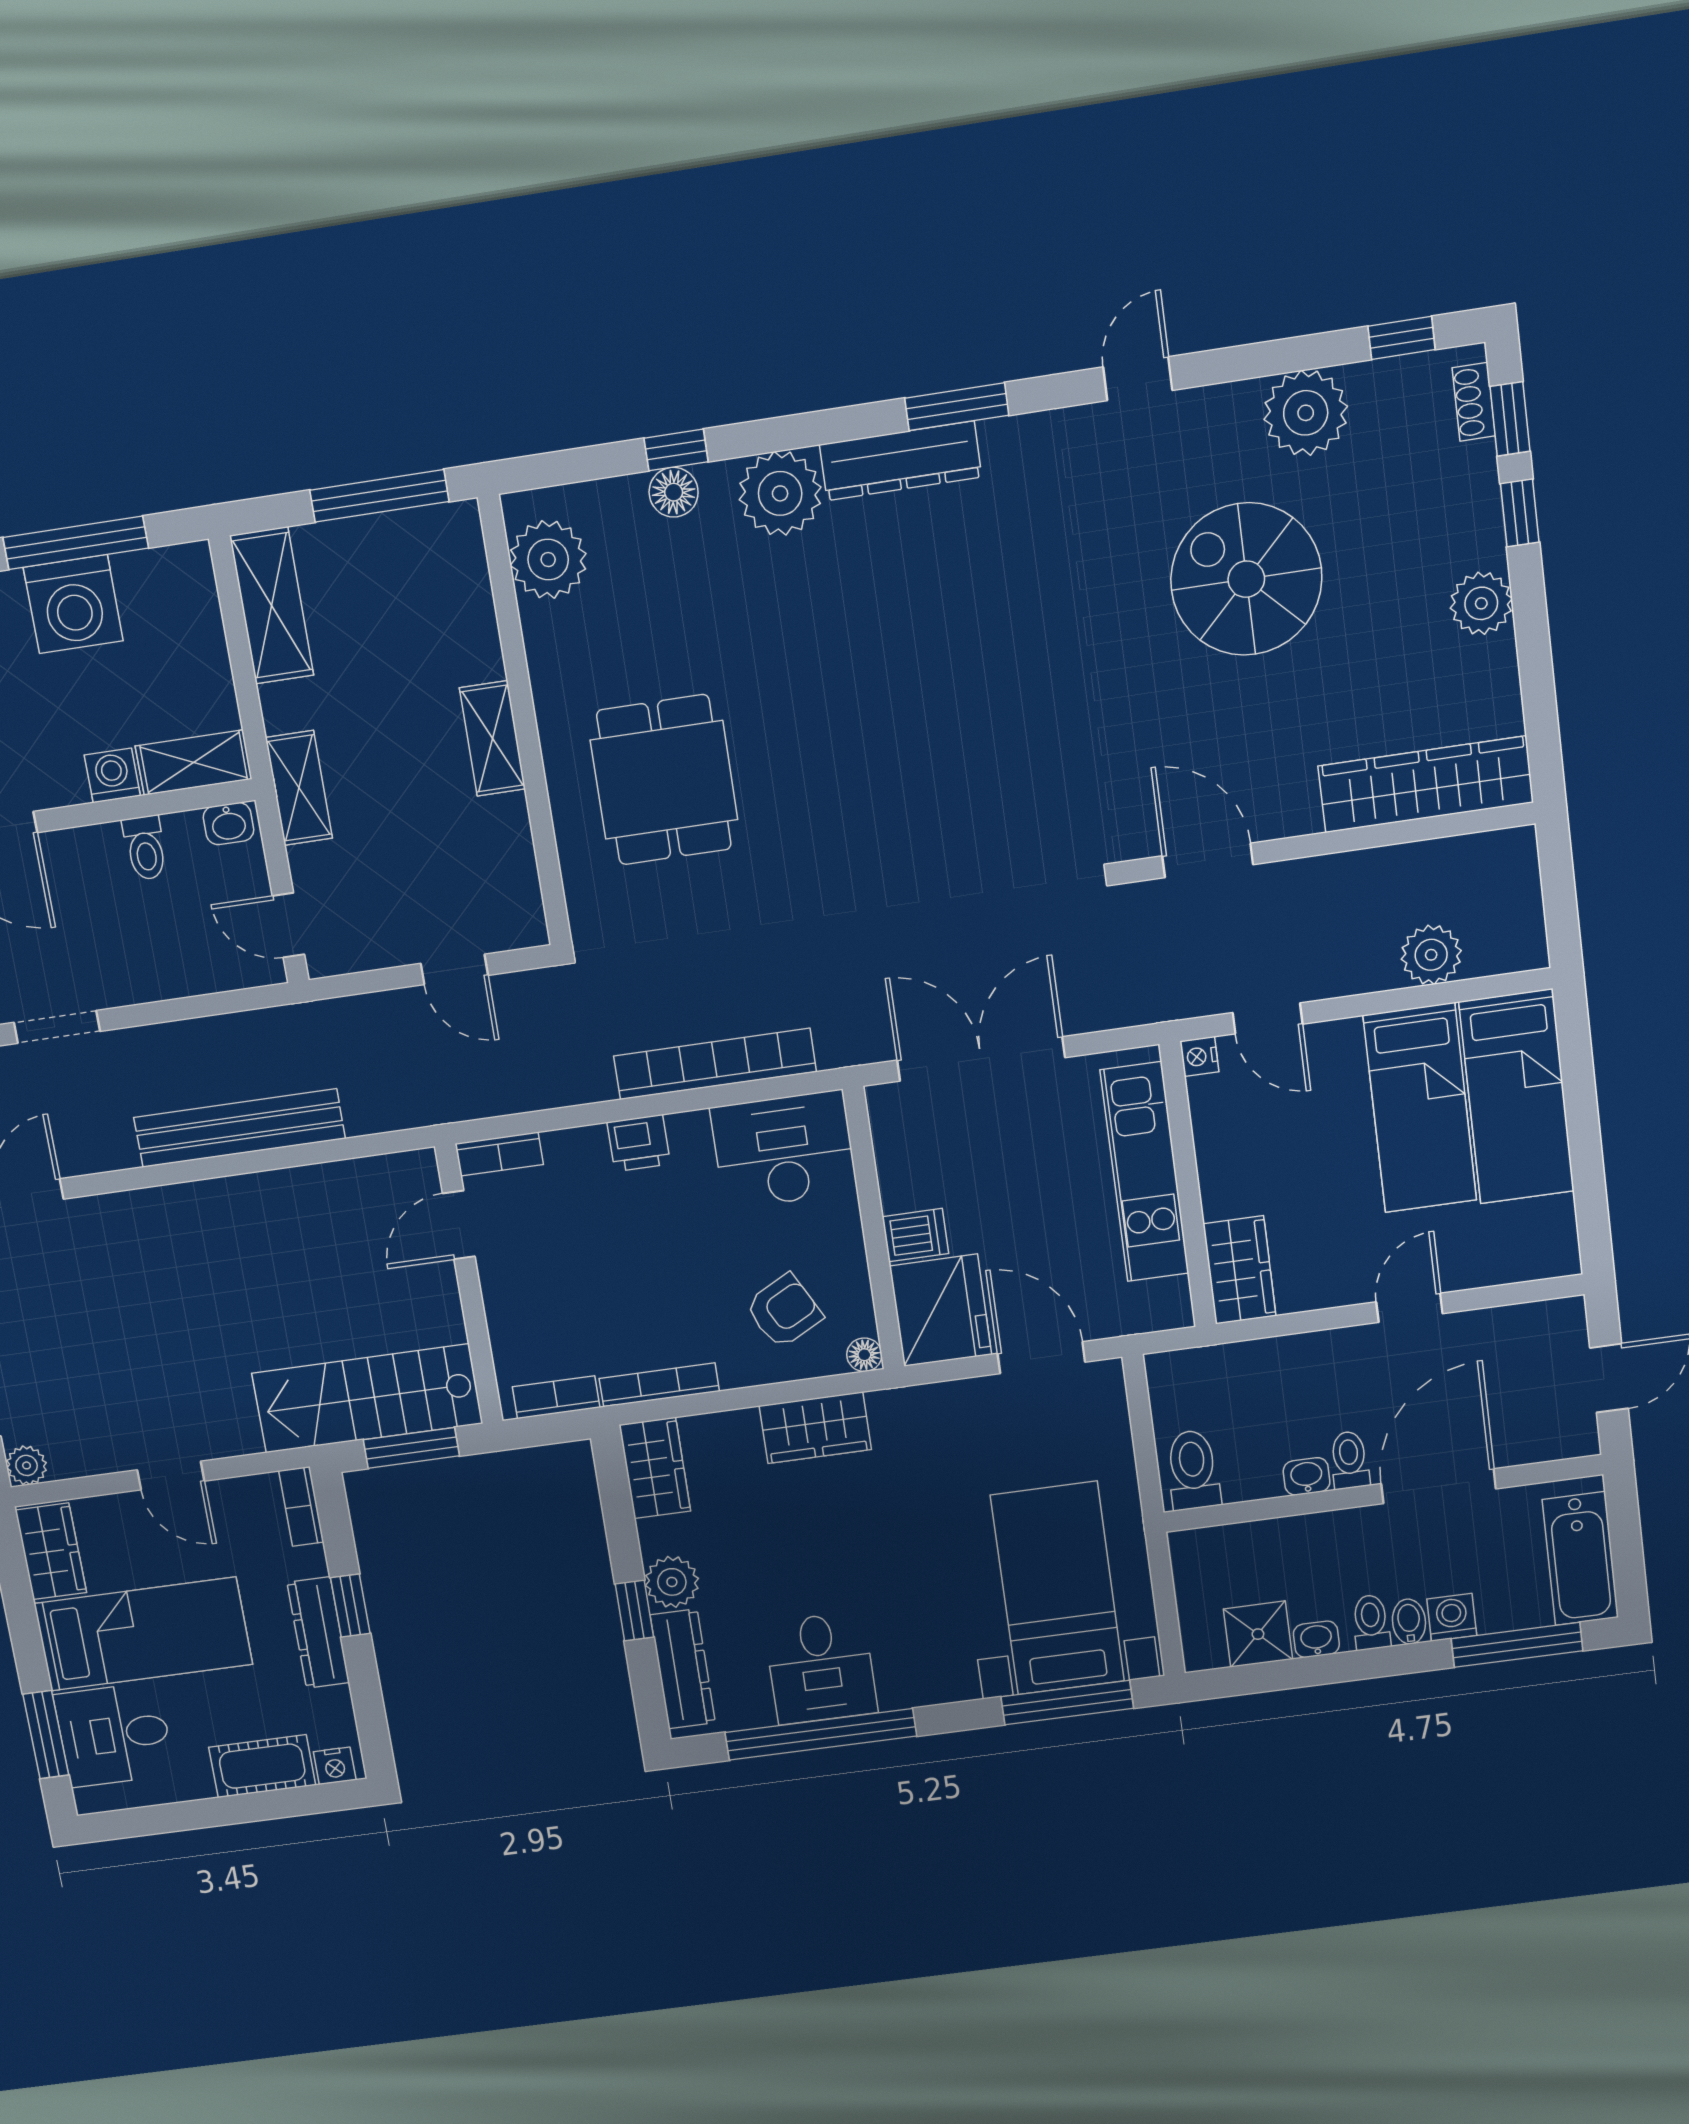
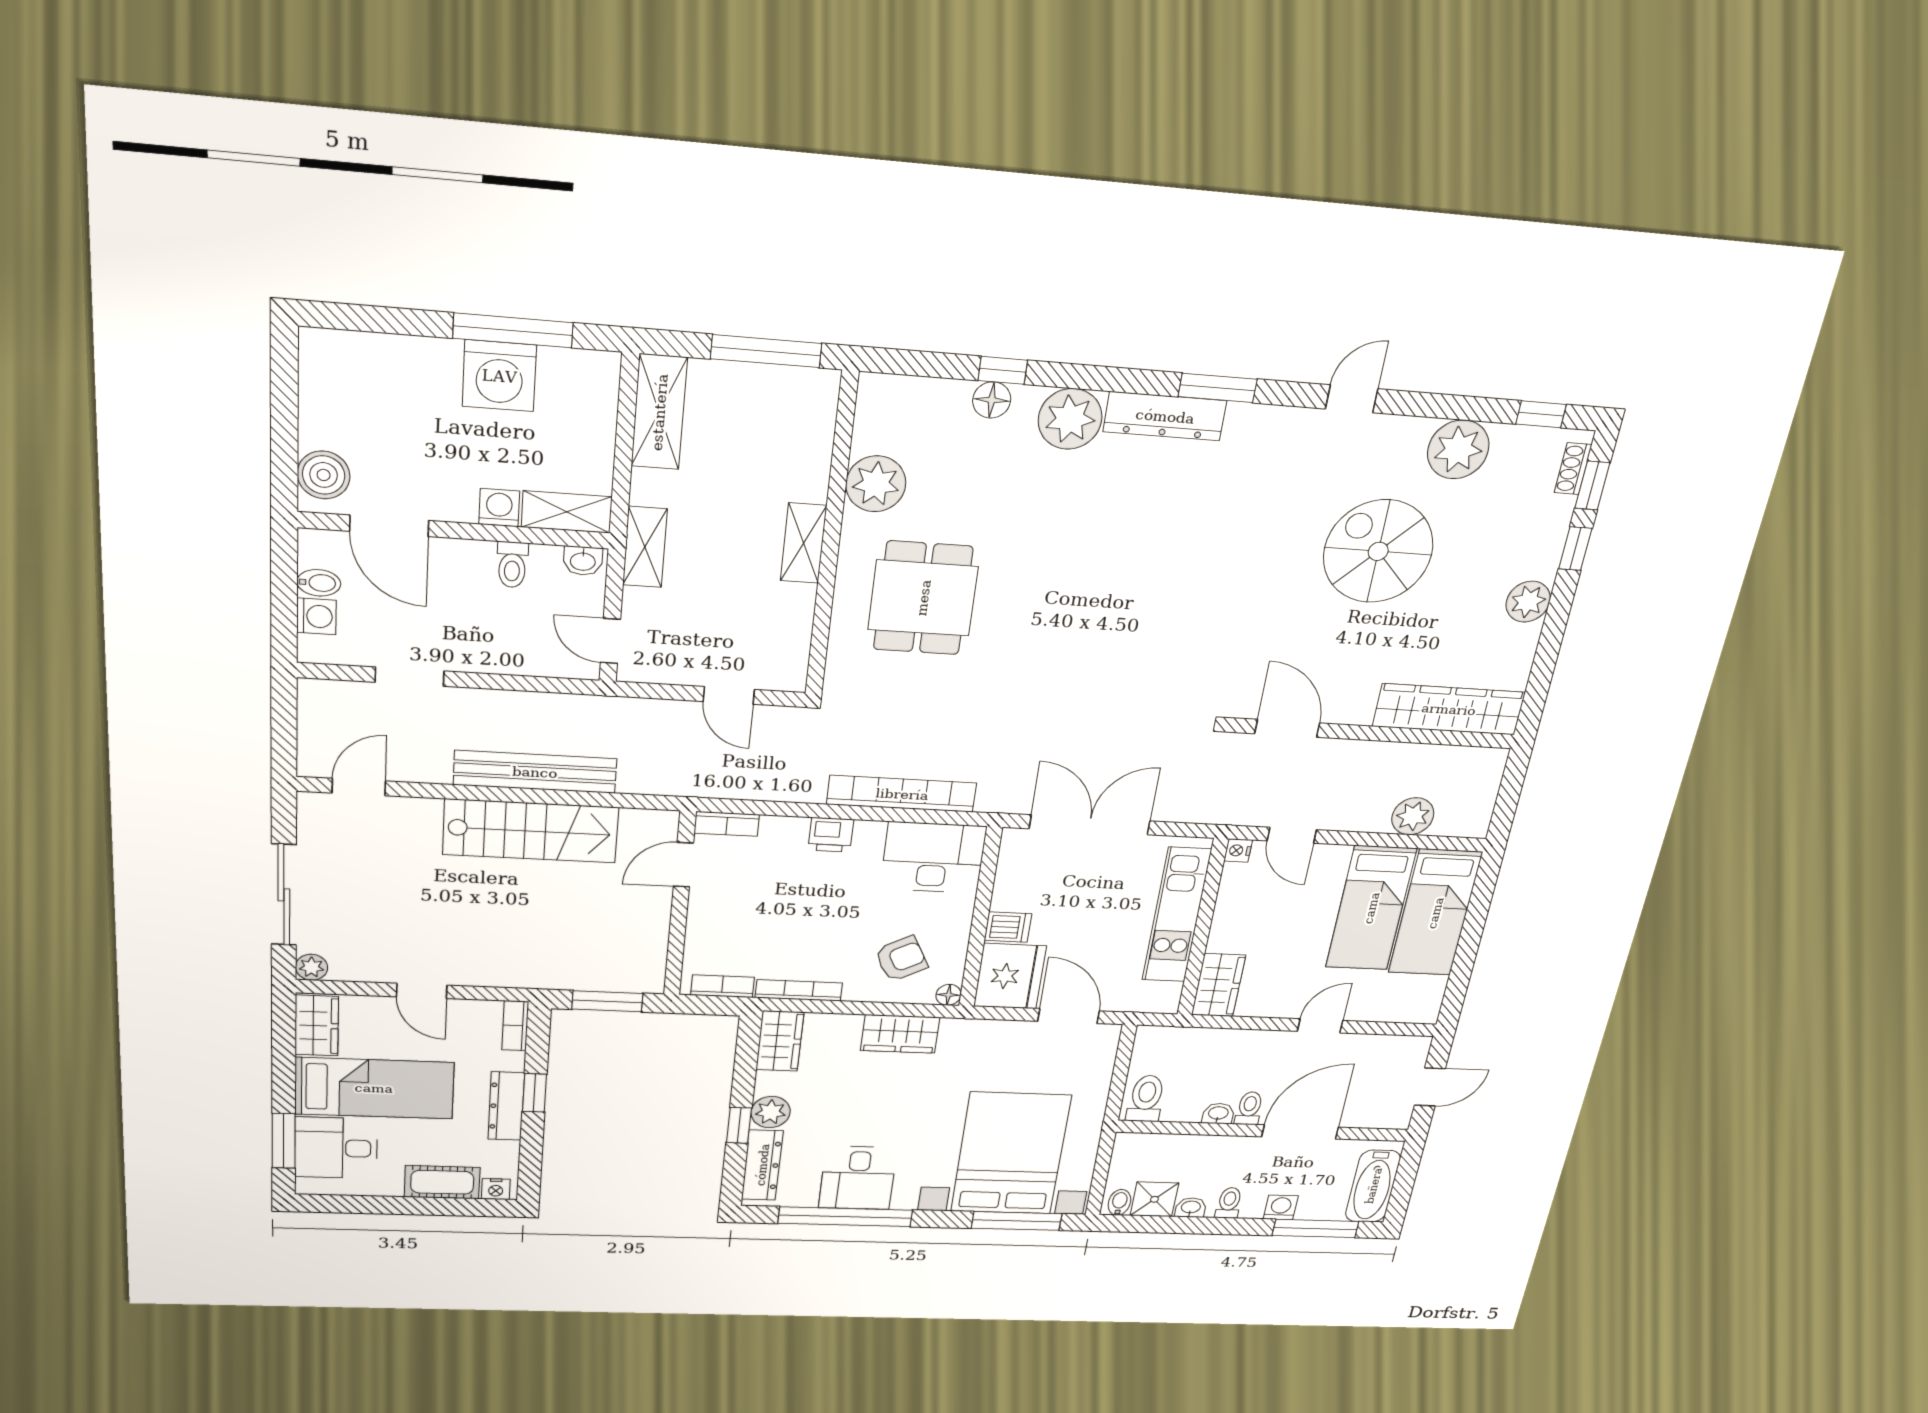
plant: (548, 560) -> (876, 484), moved
stairs: (367, 1398) -> (531, 831), moved, turned 180
bed with nightstands: (1058, 1588) -> (1011, 1154), width x1.36
bidet: (1409, 1622) -> (1119, 1202), moved

